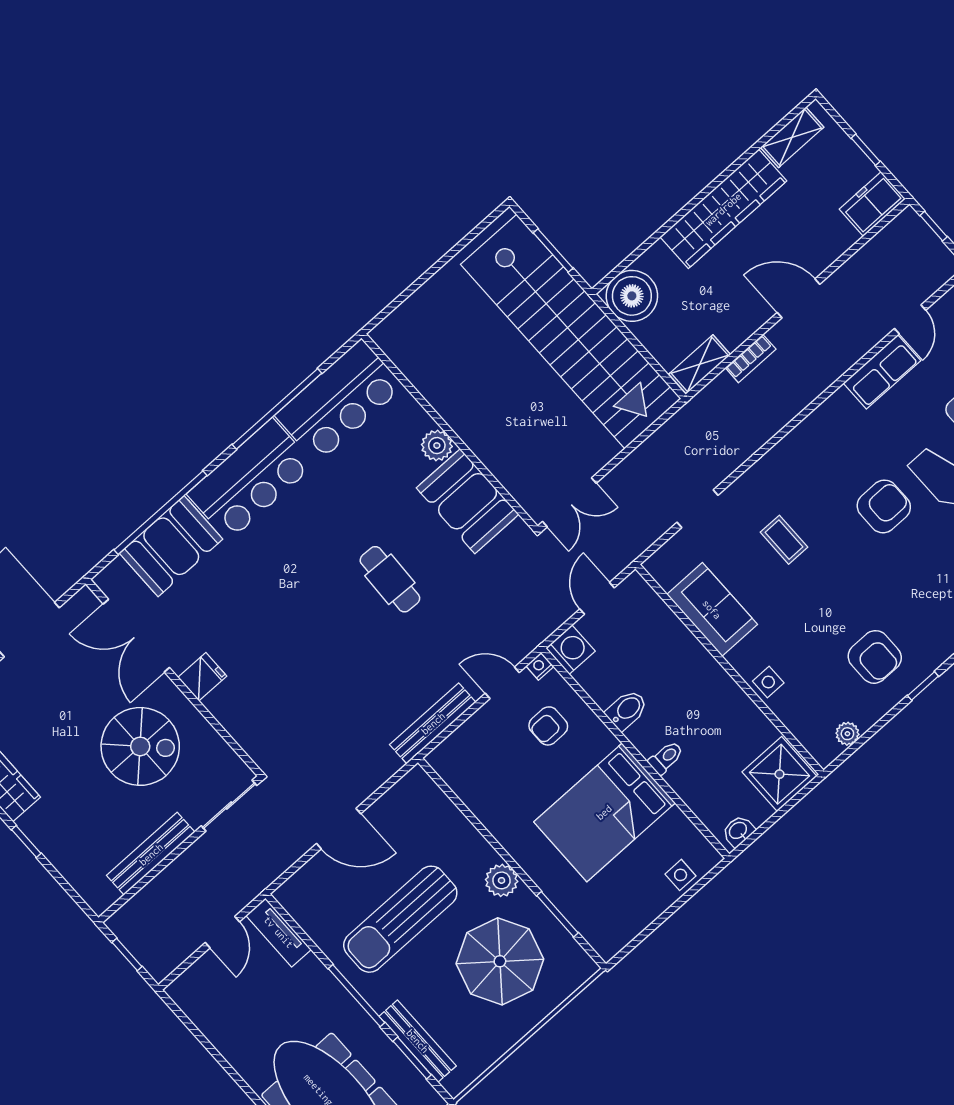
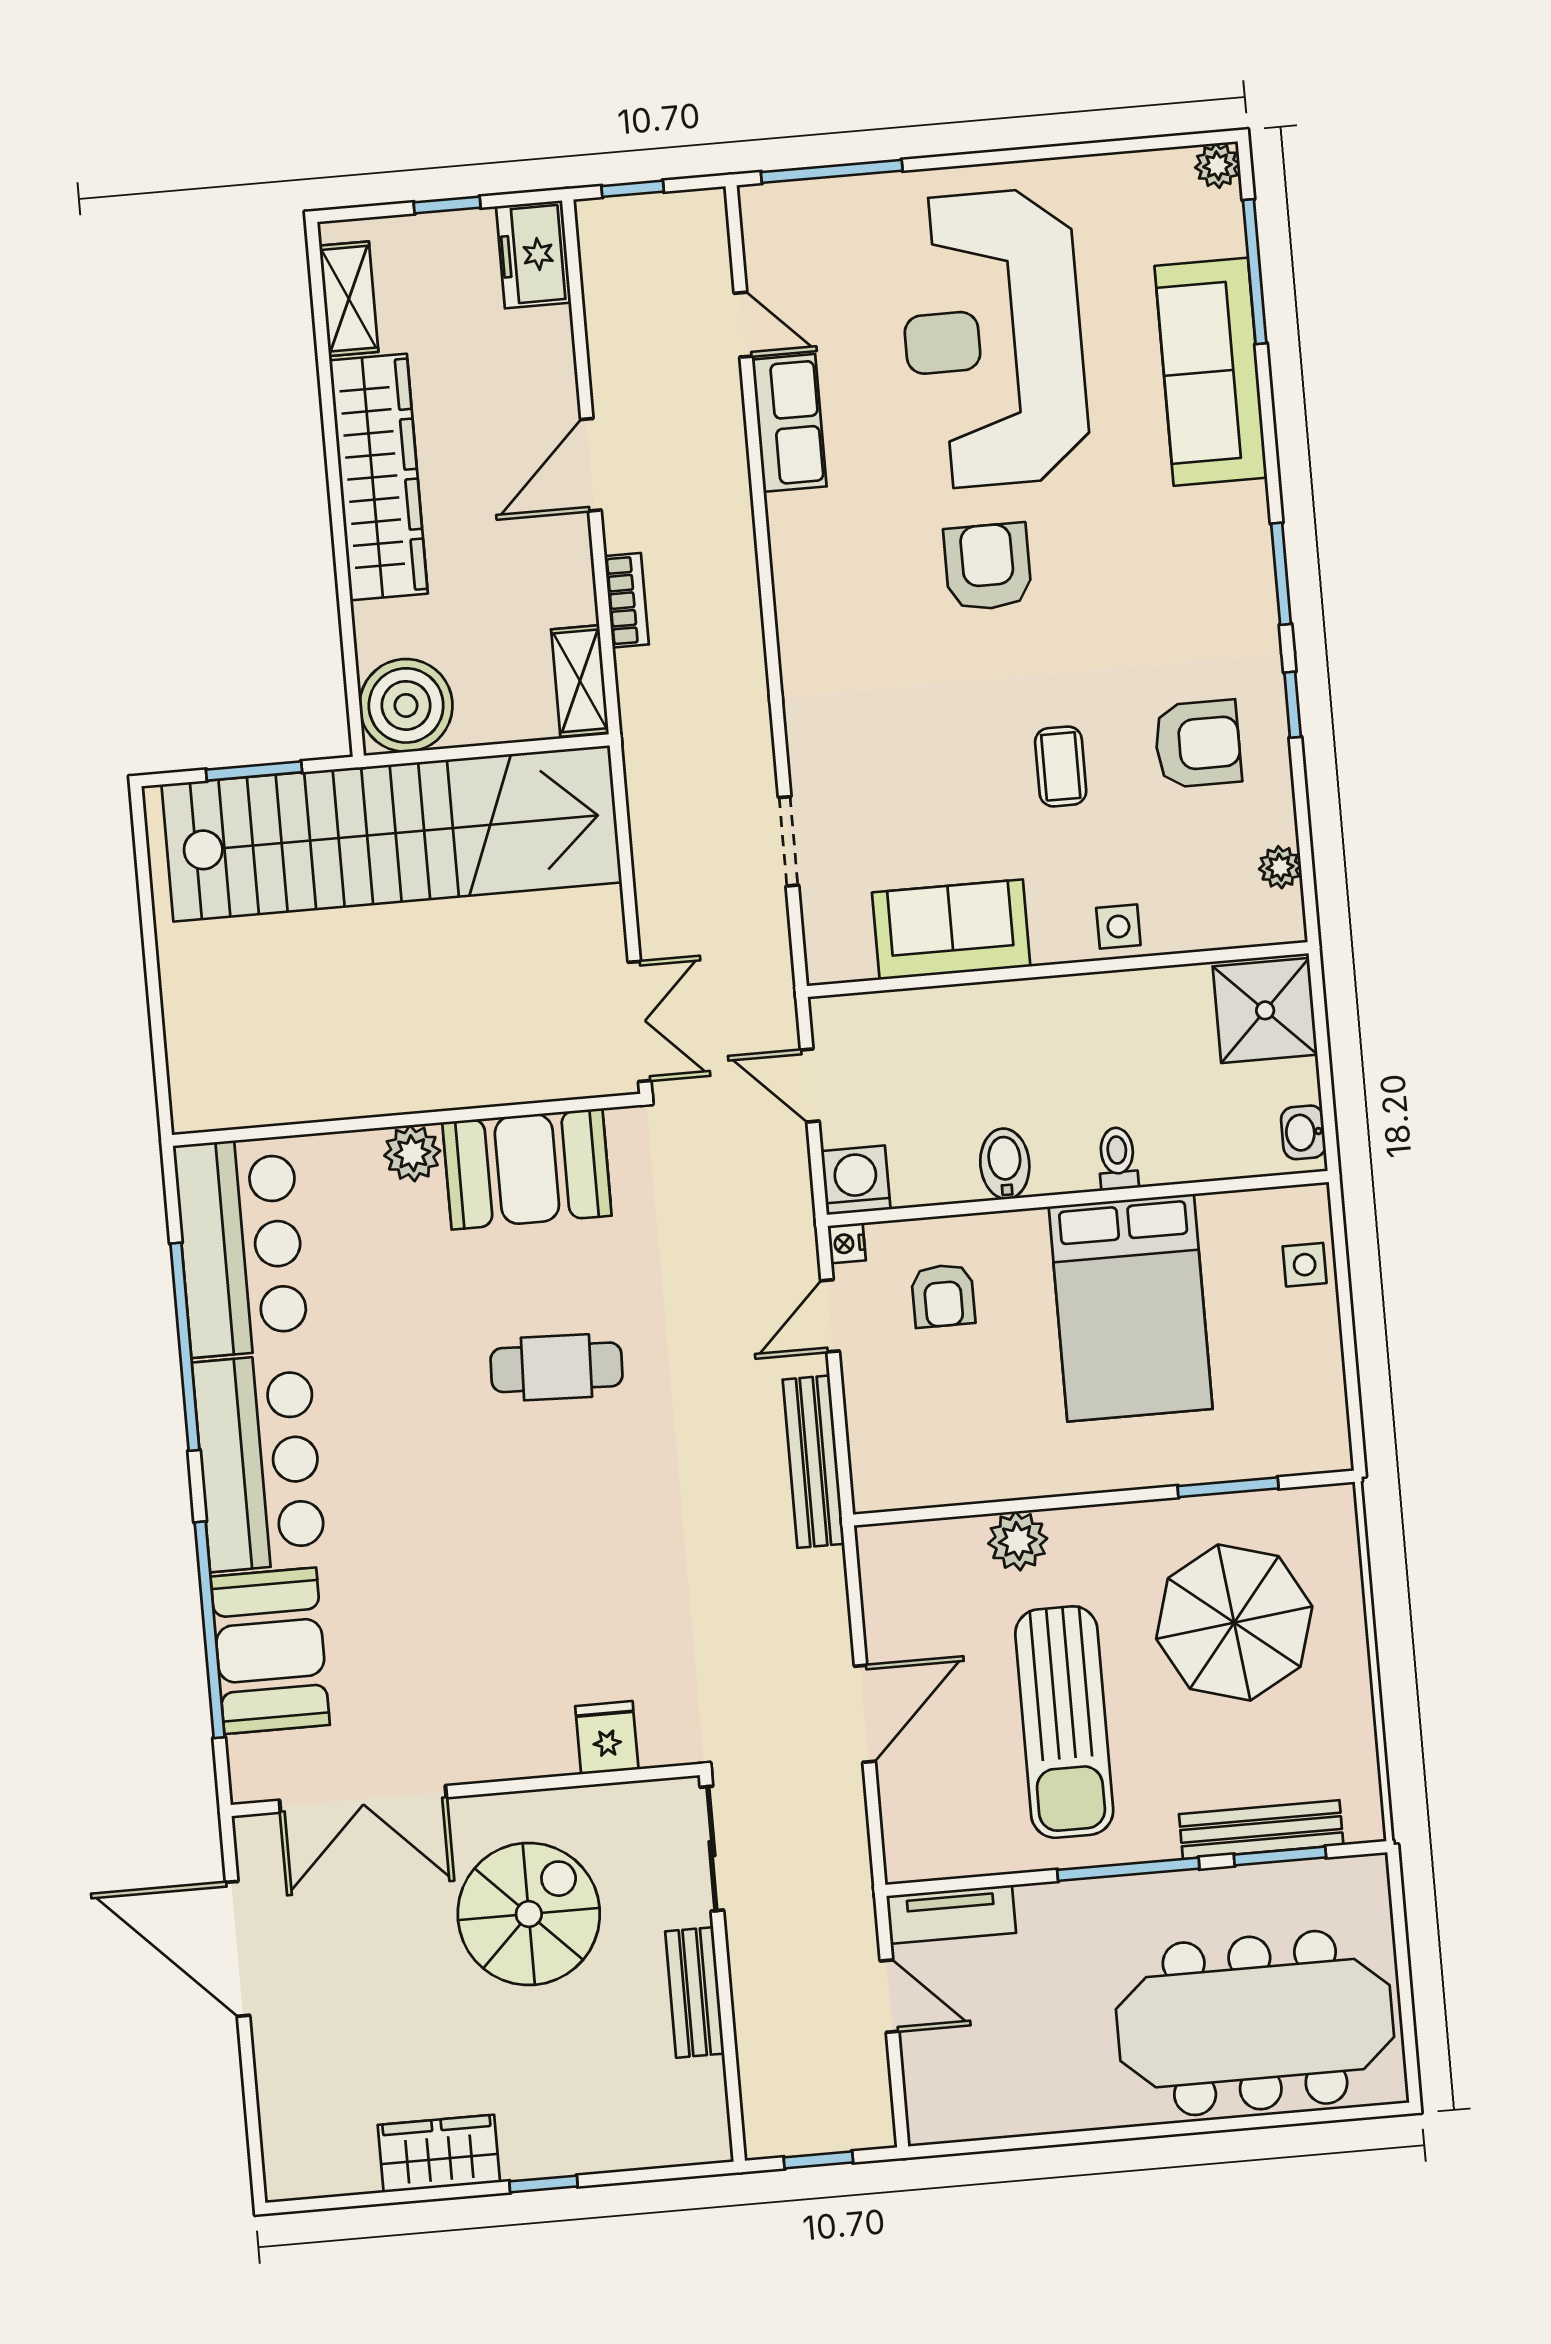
coffee table: (784, 540) -> (1061, 766), moved, turned 90
fridge: (202, 677) -> (607, 1738), moved
bench: (151, 854) -> (695, 1992), width x0.73
plant: (502, 880) -> (1018, 1541), moved

